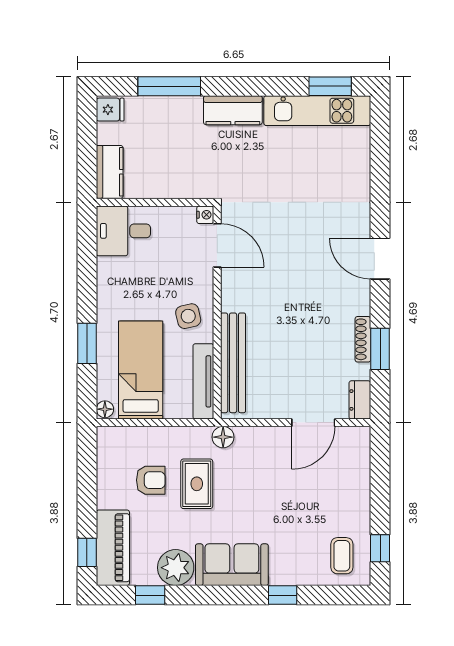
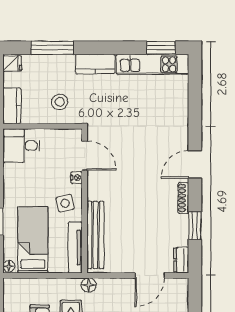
stool: (180, 166) -> (60, 102), added
nightstand: (205, 215) -> (77, 178), moved
door: (380, 259) -> (195, 164), hinge flipped
shoe rack: (363, 339) -> (183, 198), moved

